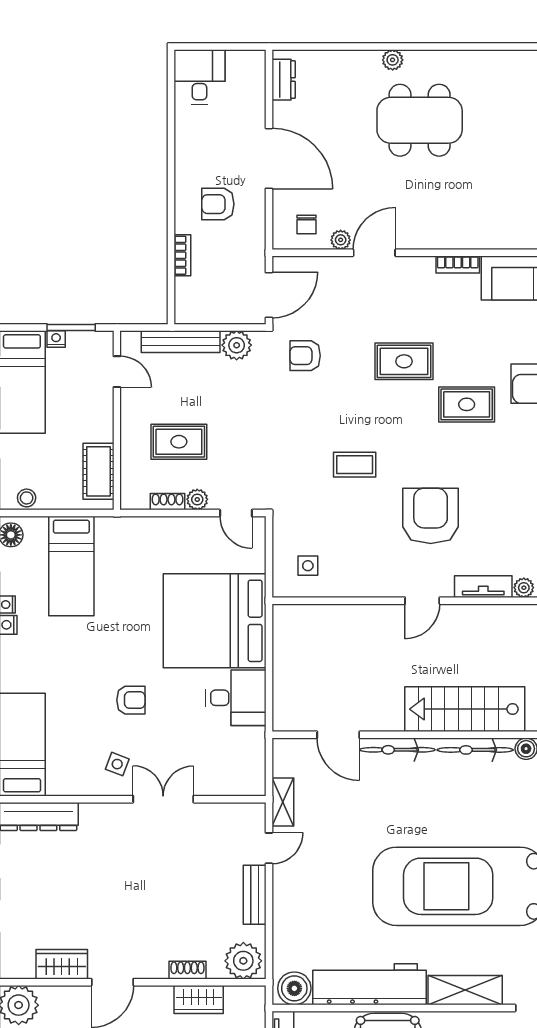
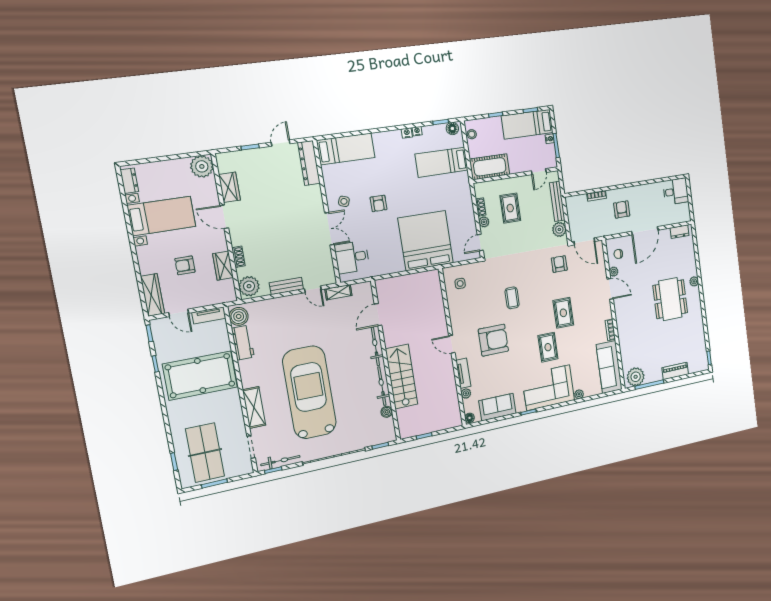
cot: (99, 471) -> (490, 167), width x1.37, depth x1.34
desk: (236, 698) -> (352, 257), moved, turned 90
workbench: (369, 984) -> (243, 343), width x0.53, depth x0.76

